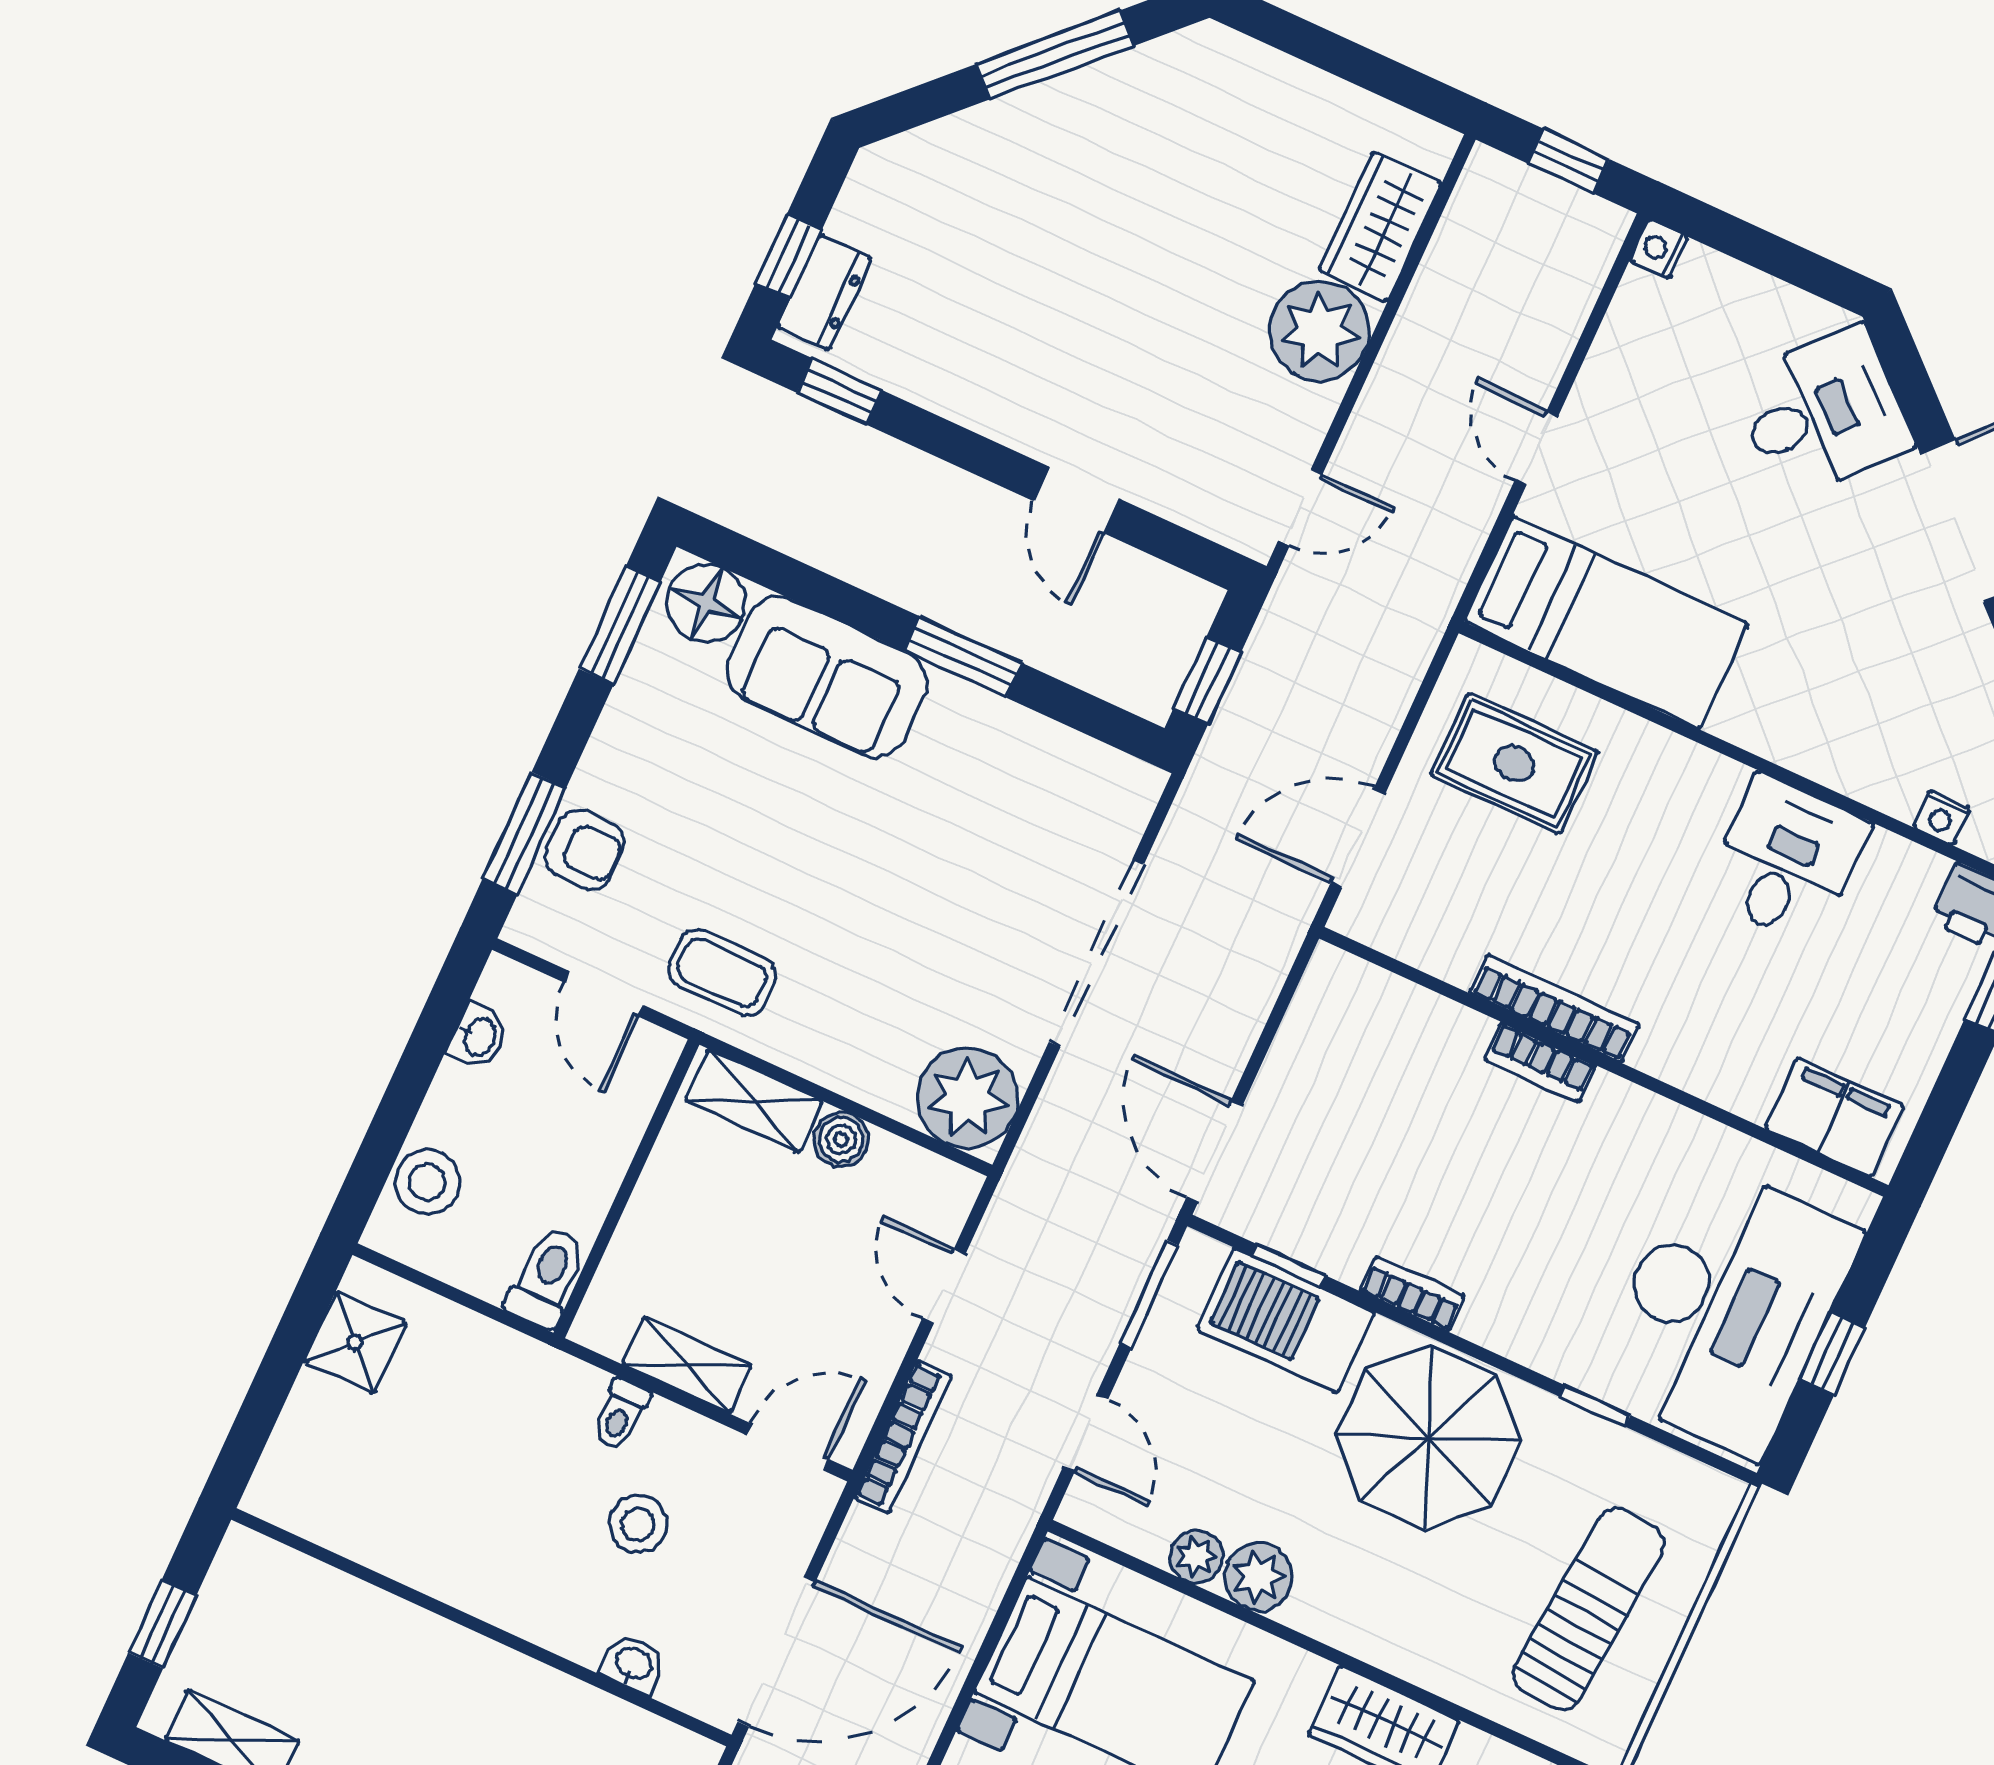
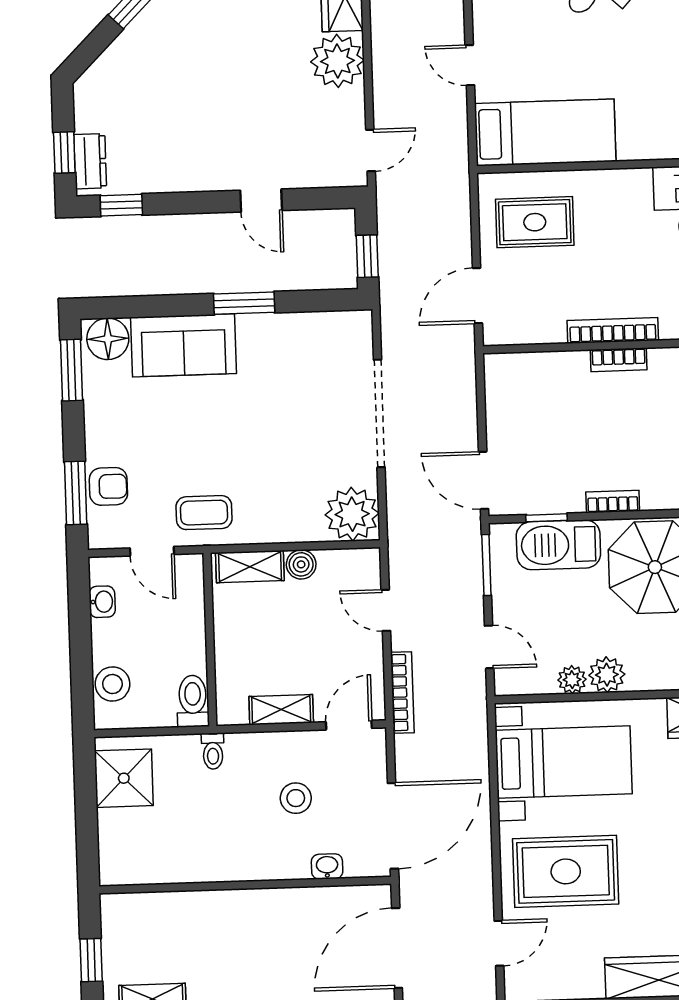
shower: (355, 1342) -> (124, 778), width x1.36, depth x1.36
toilet: (621, 1415) -> (213, 751), moved

